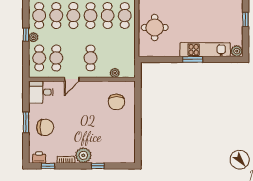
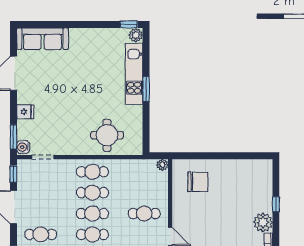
window: (246, 19) -> (129, 24), moved
plant: (115, 73) -> (162, 165), moved

